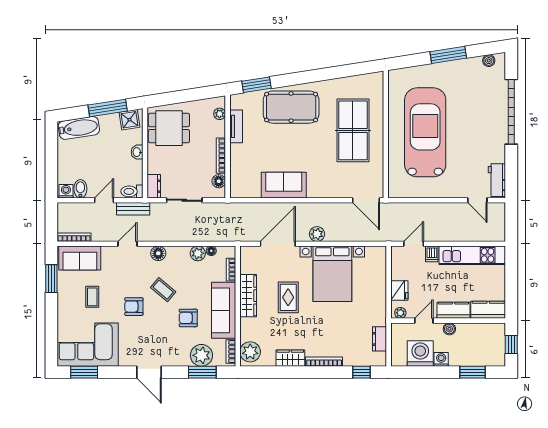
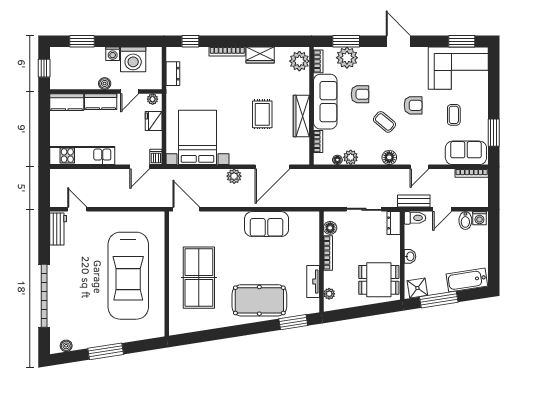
dishwasher: (432, 254) -> (156, 157), moved
bed with nightstands: (332, 274) -> (197, 137), moved

